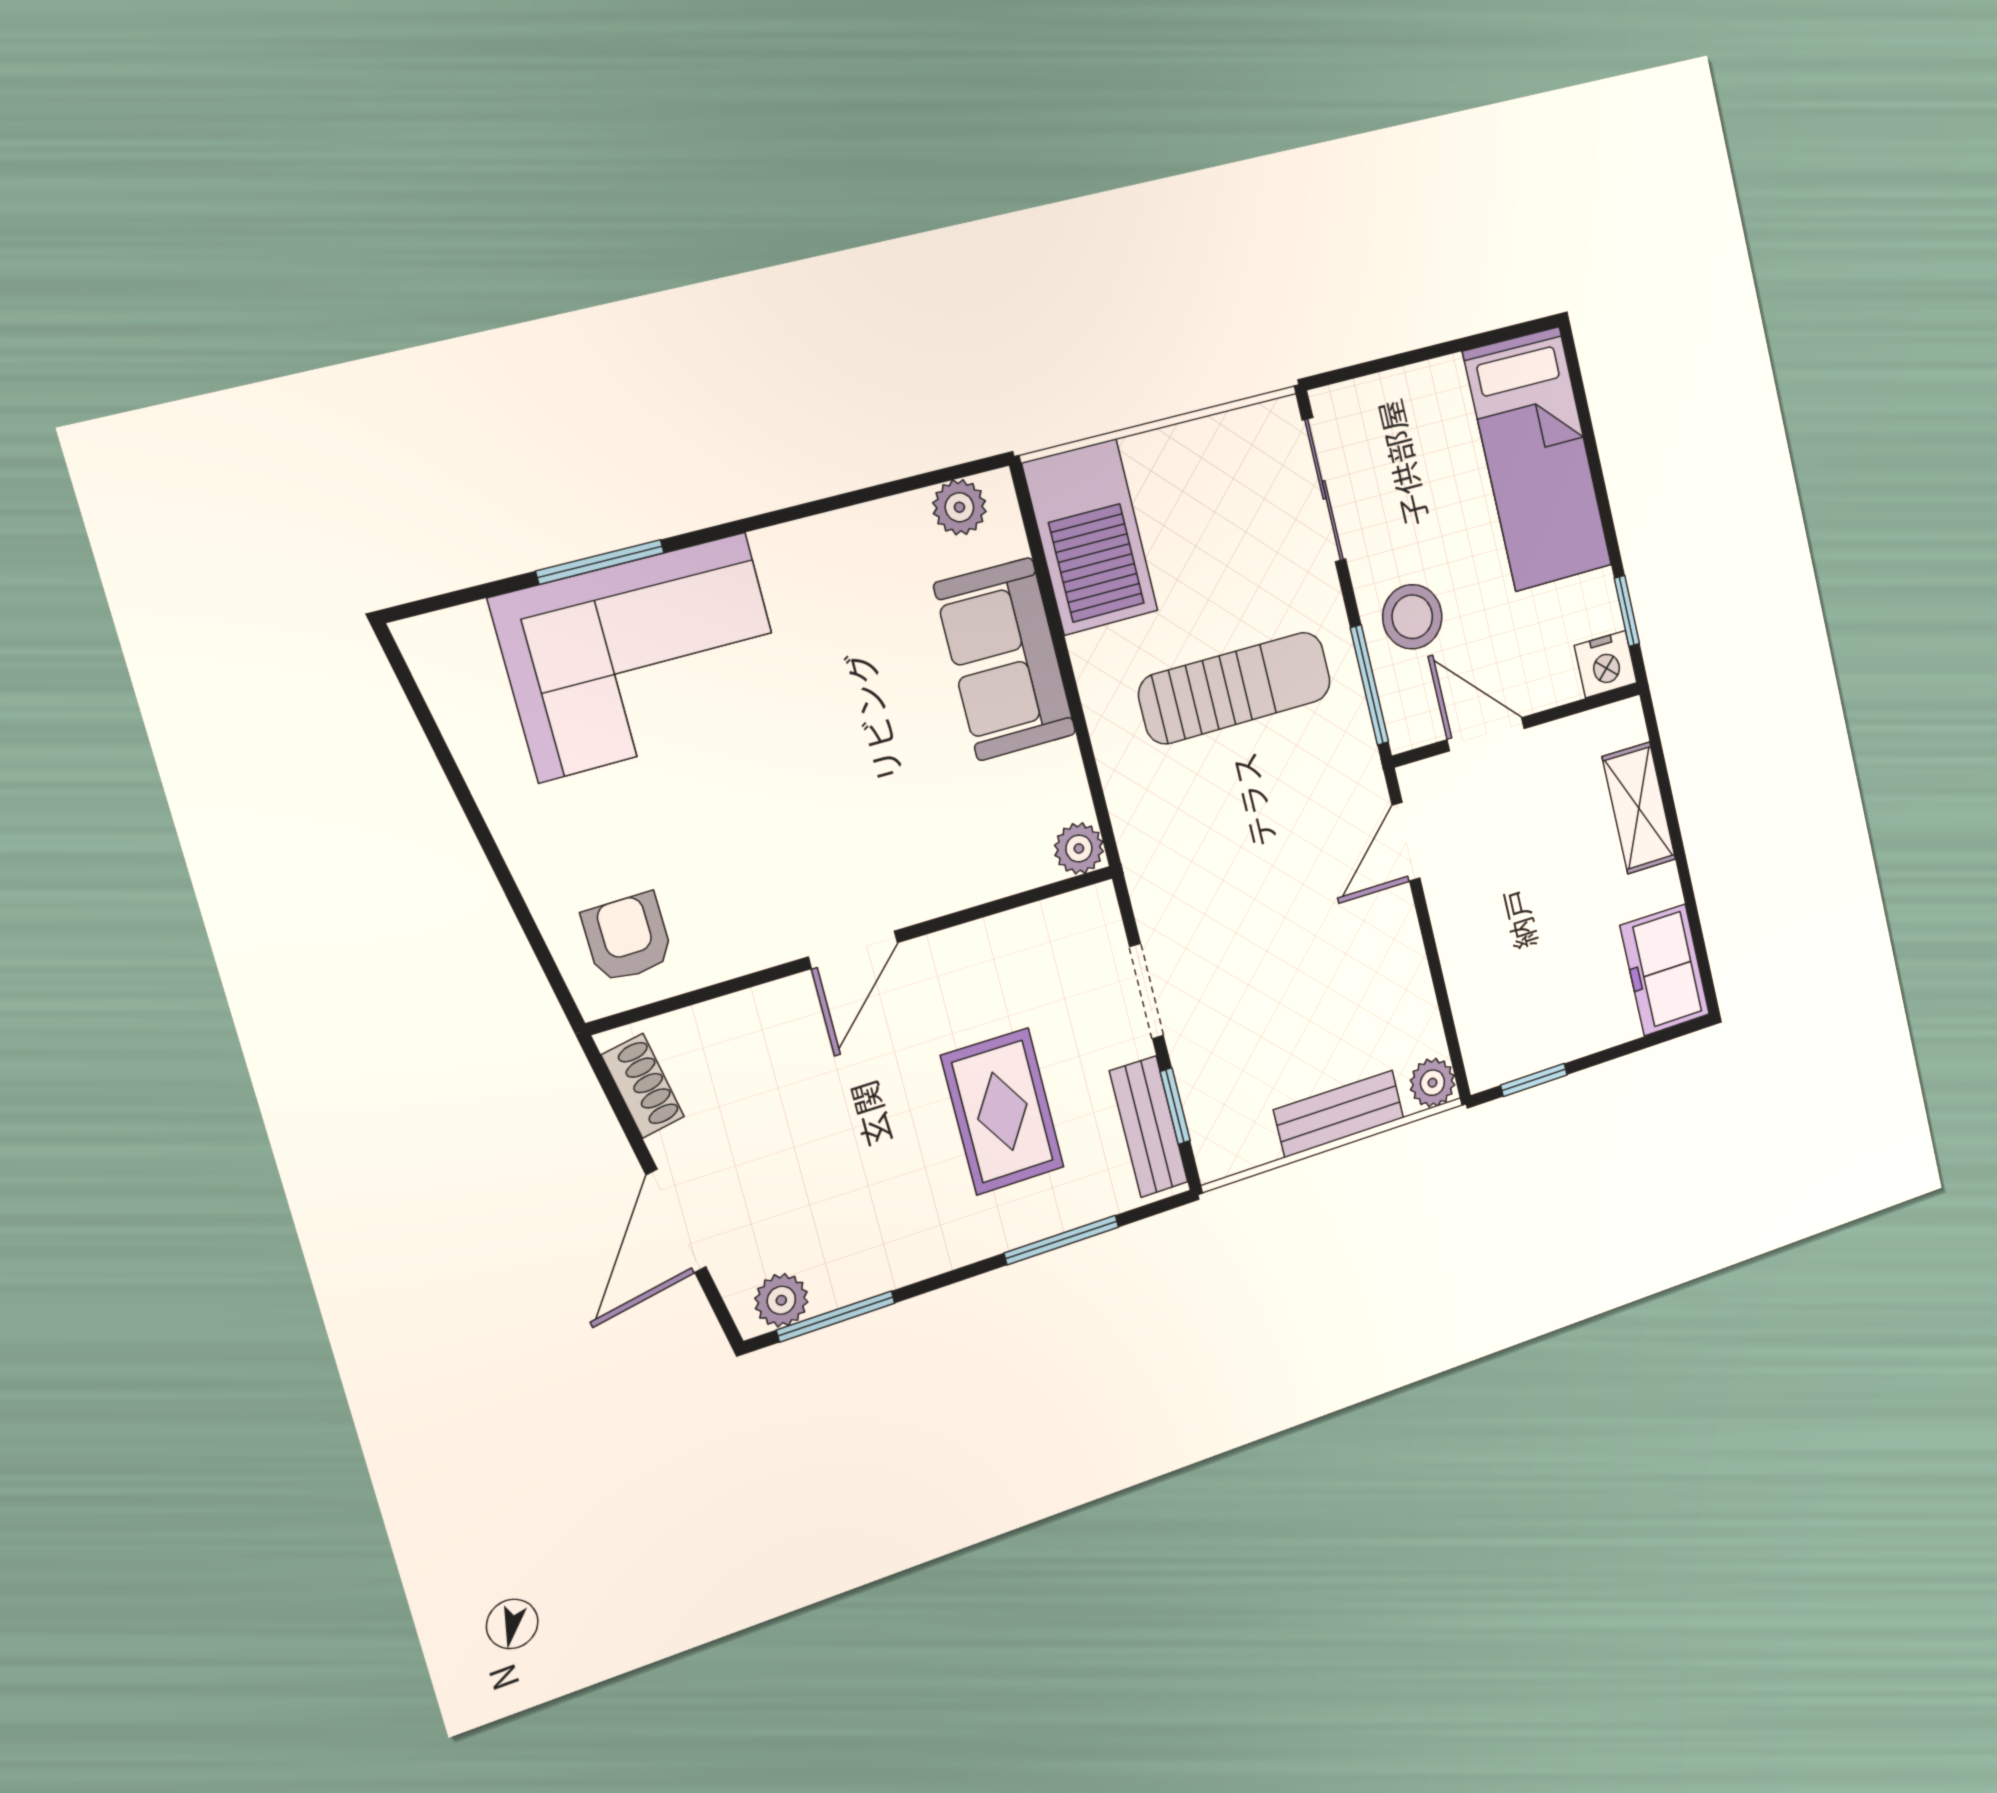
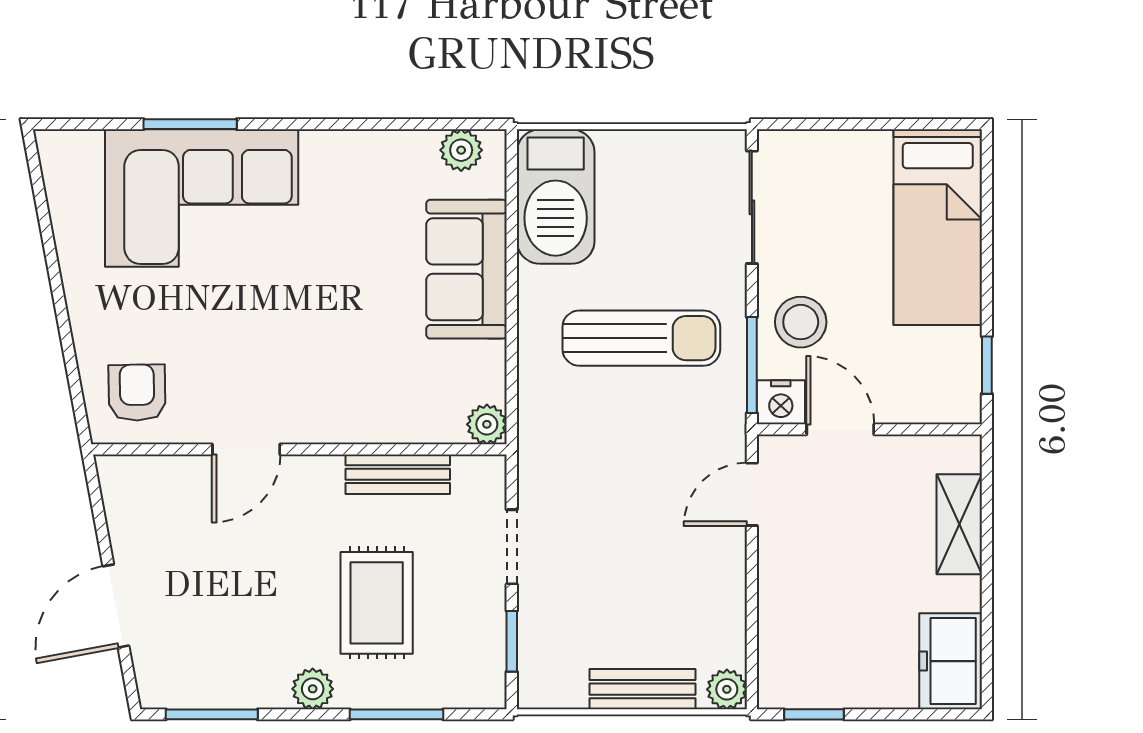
nightstand: (1606, 664) -> (781, 402), moved
door: (853, 950) -> (246, 449), moved
shoe rack: (643, 1086) -> (119, 501), removed
bench: (1149, 1127) -> (398, 474), moved, turned 90
plant: (781, 1300) -> (313, 689), moved

